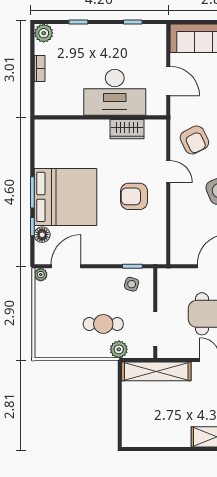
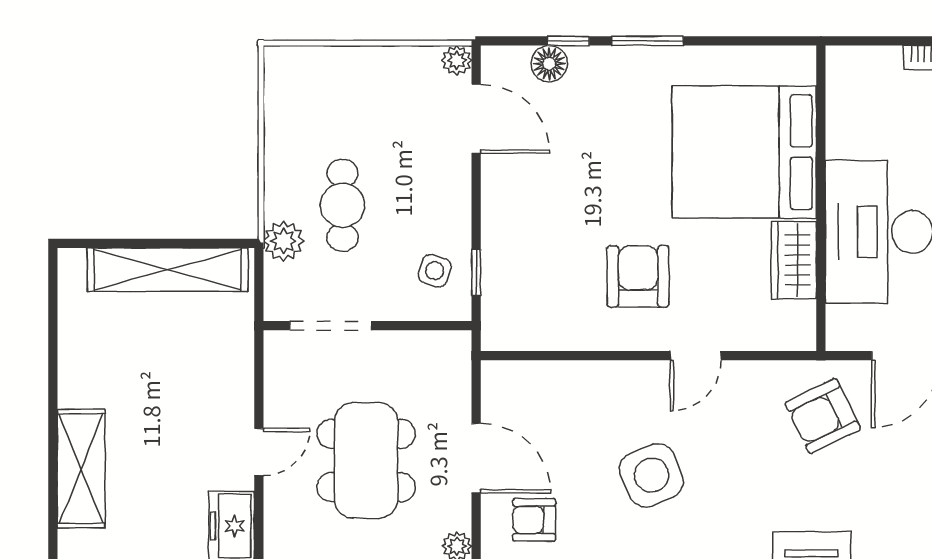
armchair: (194, 140) -> (823, 416), moved
bed: (65, 197) -> (744, 152), moved, turned 90
shelving: (156, 371) -> (168, 270), moved, turned 90

